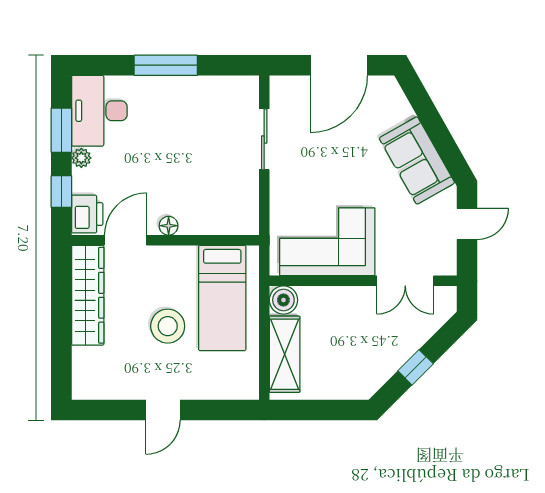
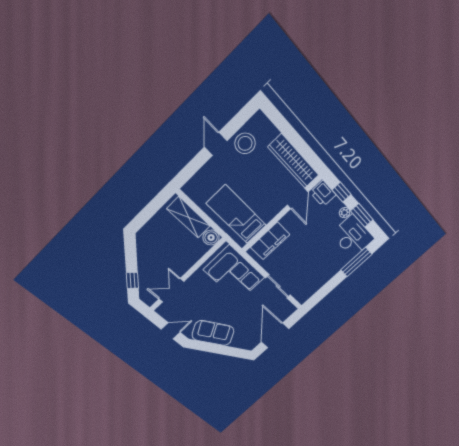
window: (166, 65) -> (356, 262), moved
filing cabinet: (214, 218) -> (270, 241), added
door: (467, 224) -> (171, 331), swing flipped
floor lamp: (169, 226) -> (285, 221), removed
corner sofa: (327, 242) -> (234, 274), moved, turned 90
stool: (168, 326) -> (245, 143), moved
window: (416, 367) -> (132, 280), moved

